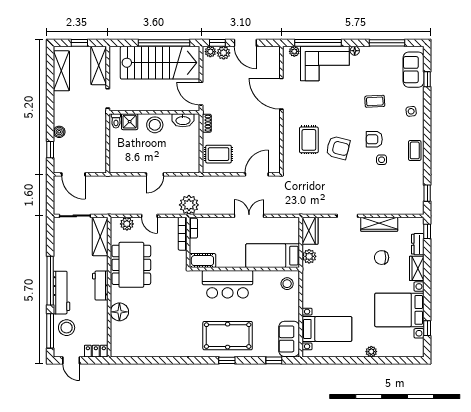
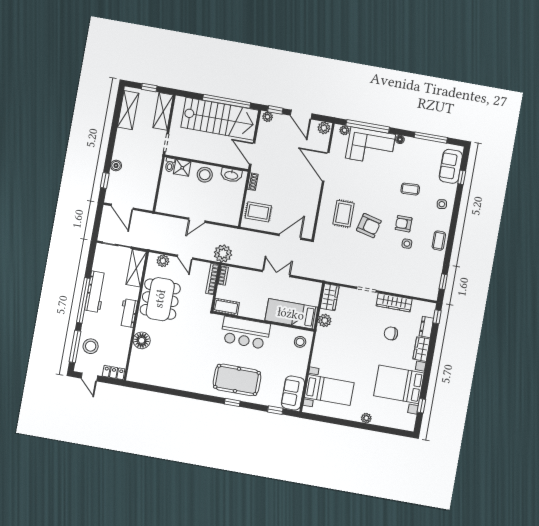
plant: (224, 53) -> (324, 128), moved
workbench: (61, 293) -> (96, 292), moved

